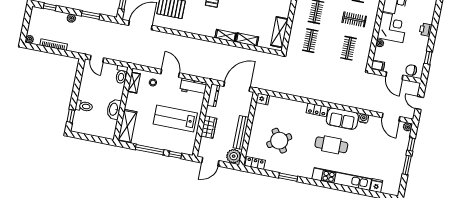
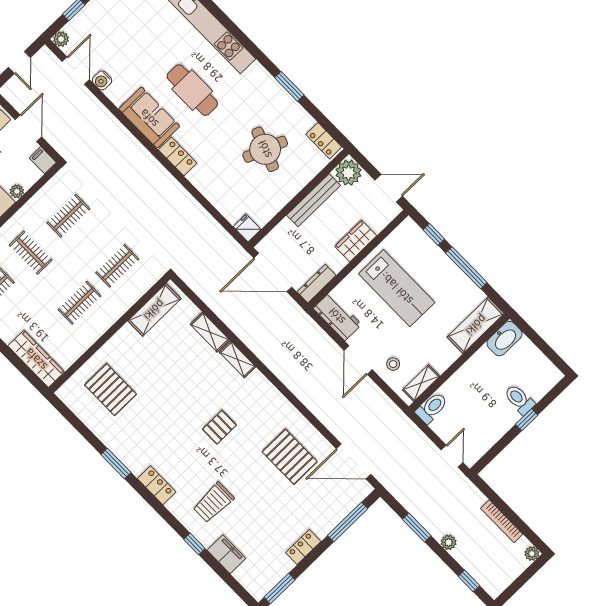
washbasin: (114, 109) -> (504, 339), moved
window: (71, 116) -> (527, 420), moved
water cooler: (364, 118) -> (102, 80), moved
round table: (279, 141) -> (265, 149), turned -36

